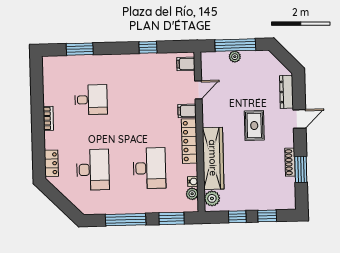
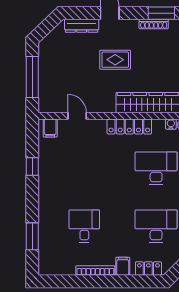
plant: (235, 57) -> (44, 78), removed
filing cabinet: (187, 111) -> (123, 266), moved, turned 180
bookcase: (48, 118) -> (95, 270), width x1.56

